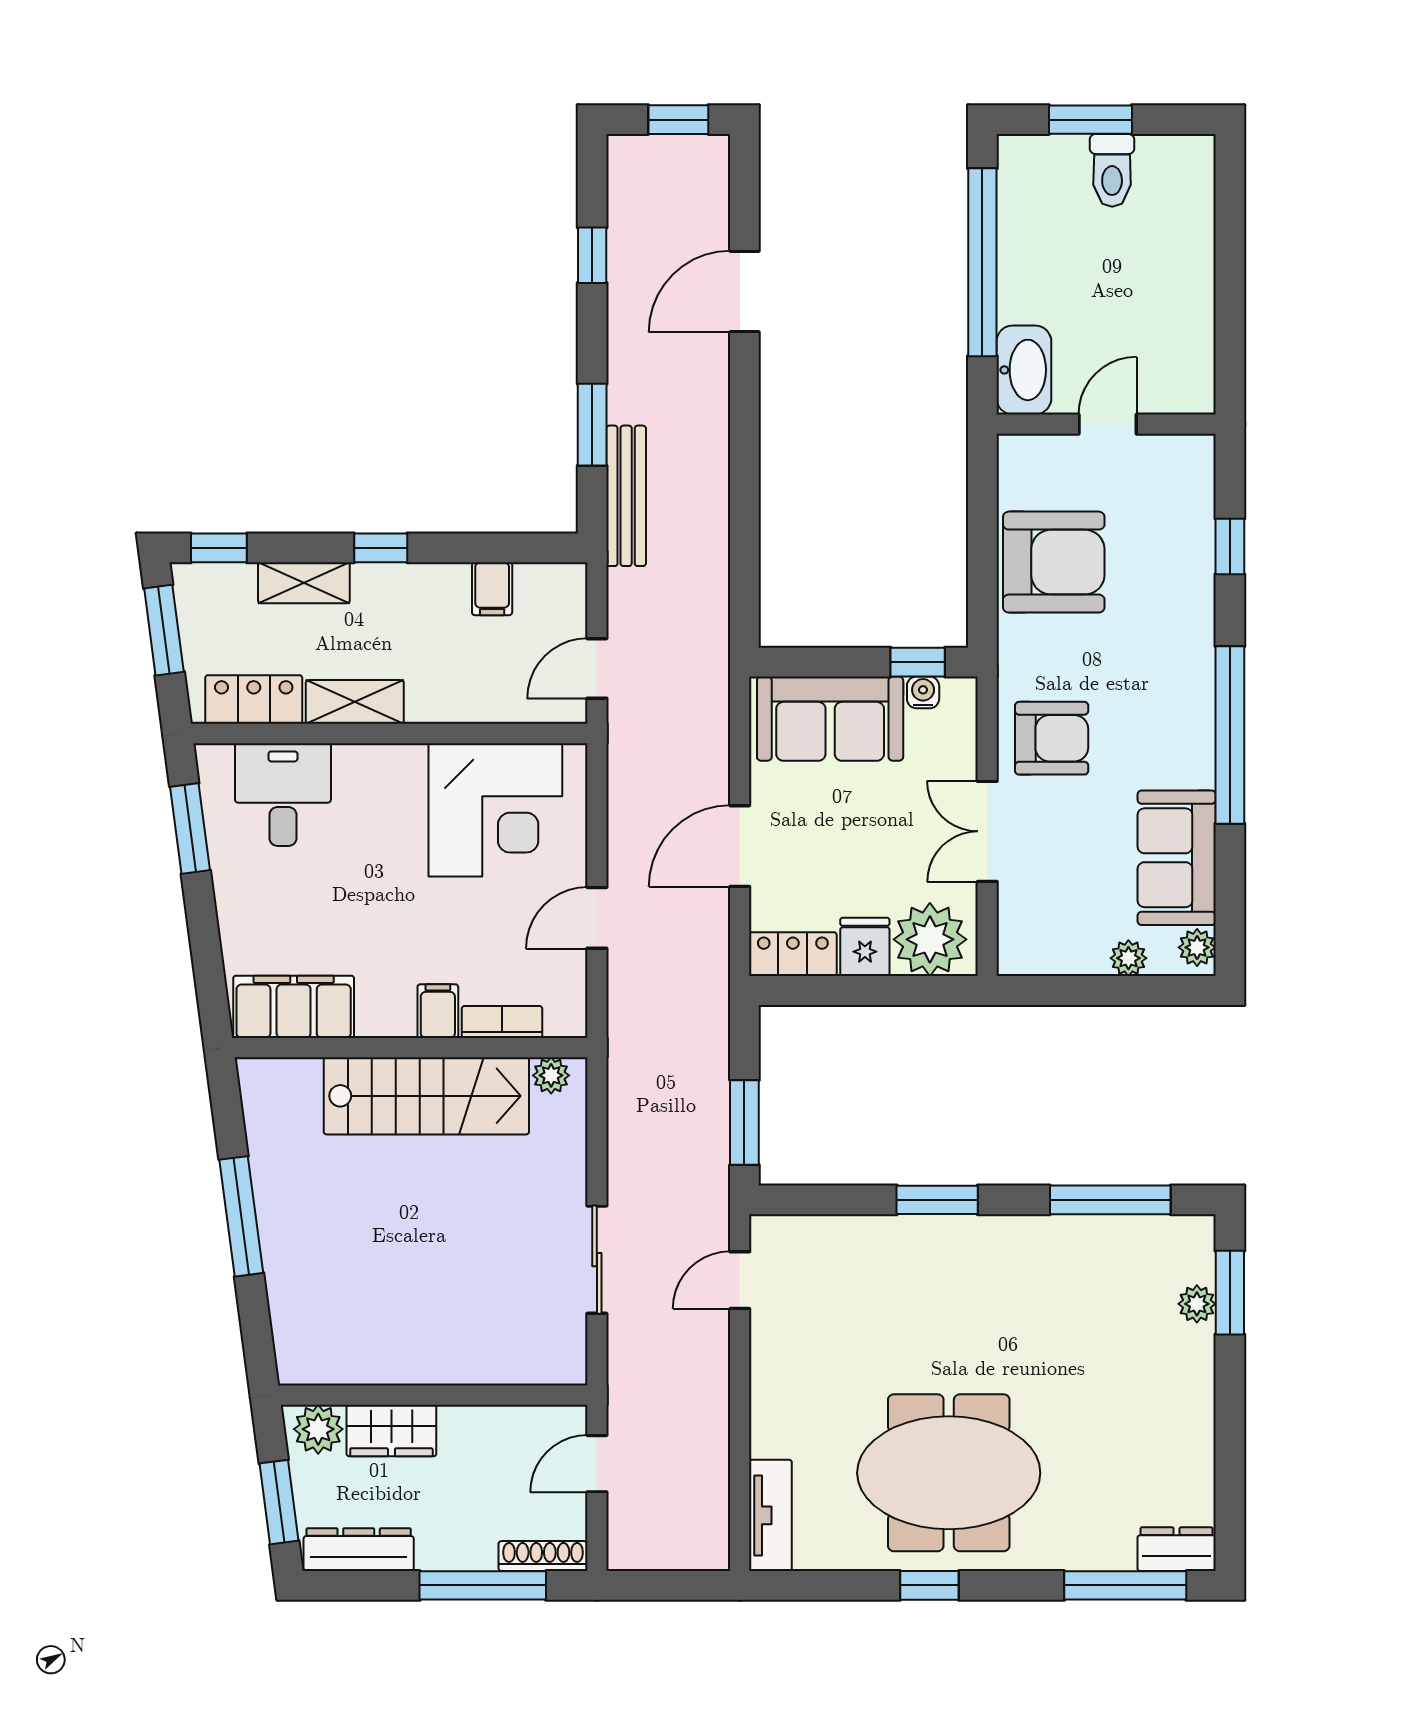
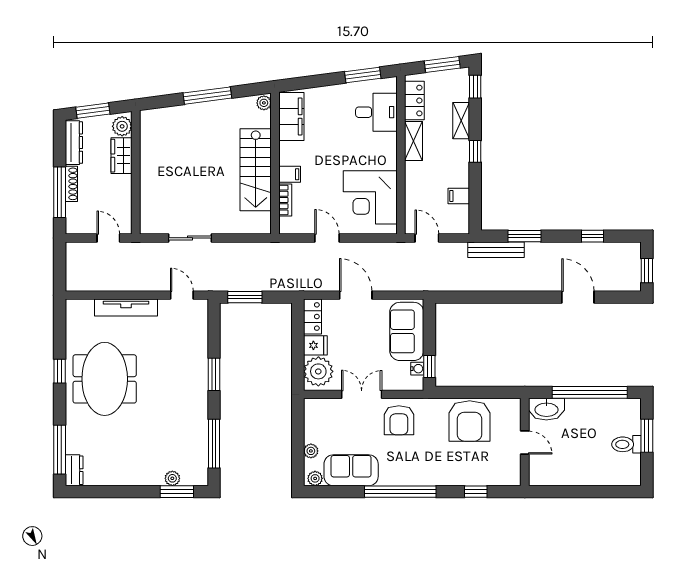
plant: (551, 1075) -> (264, 103), moved
tv unit: (770, 1515) -> (126, 308), moved, width x1.41
shoe rack: (543, 1556) -> (71, 184), moved

